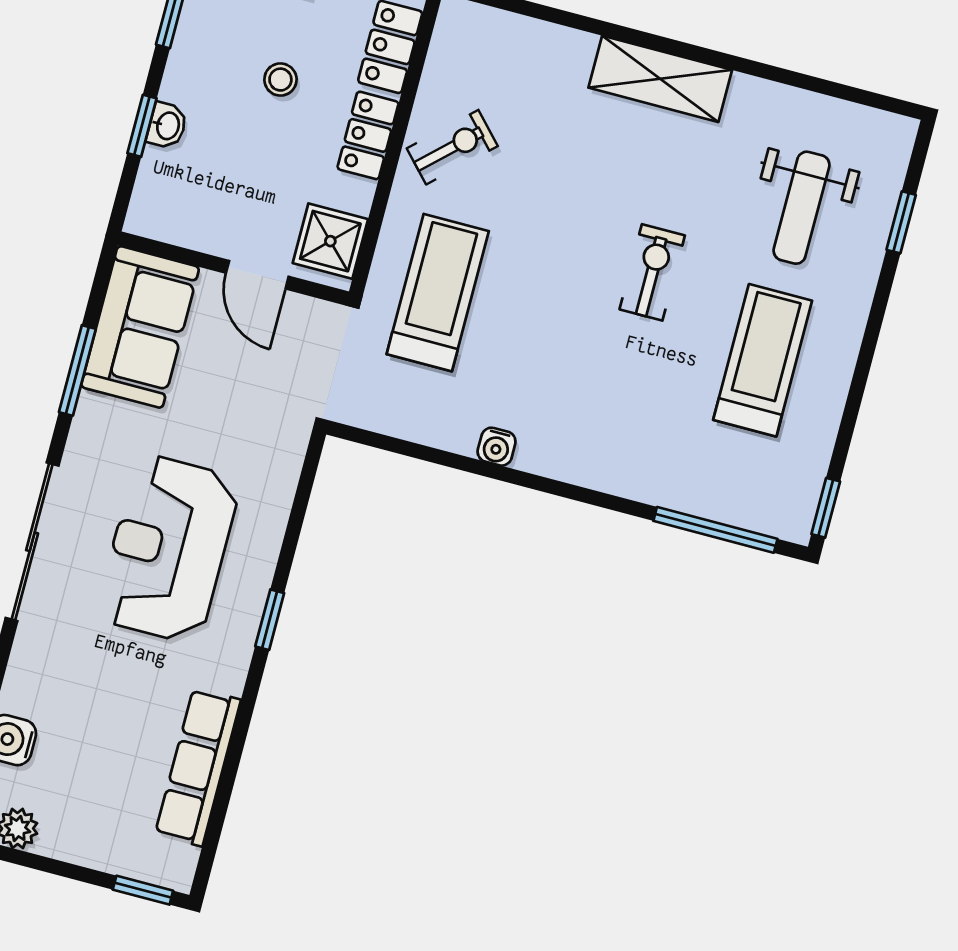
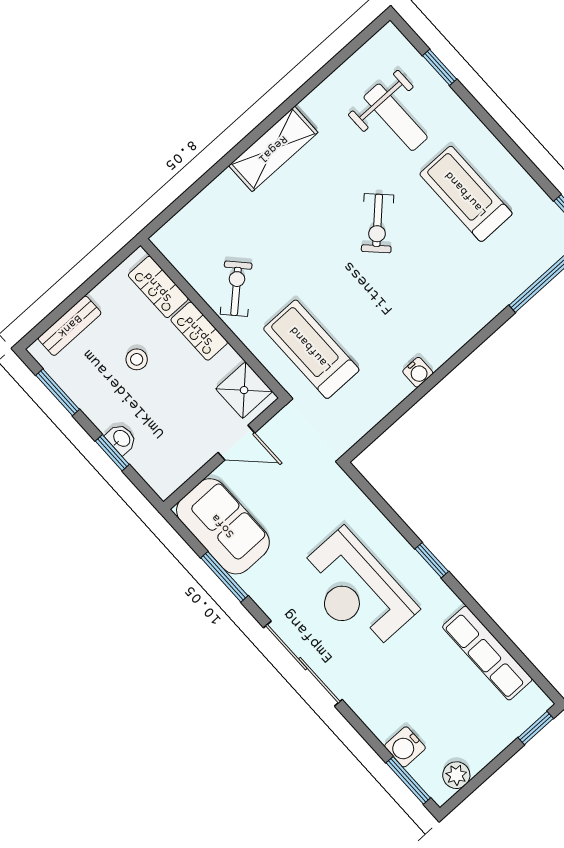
exercise bike: (652, 272) -> (378, 223), turned -135

